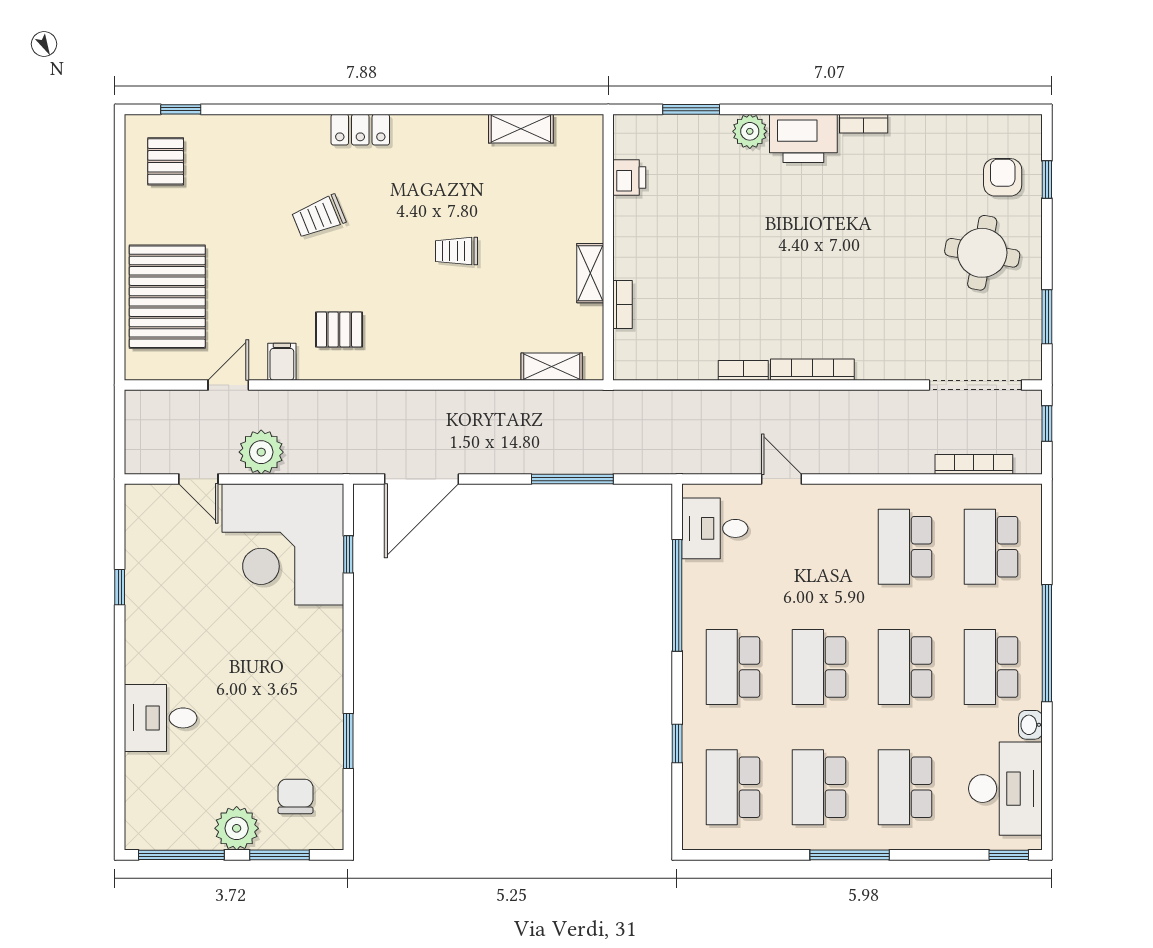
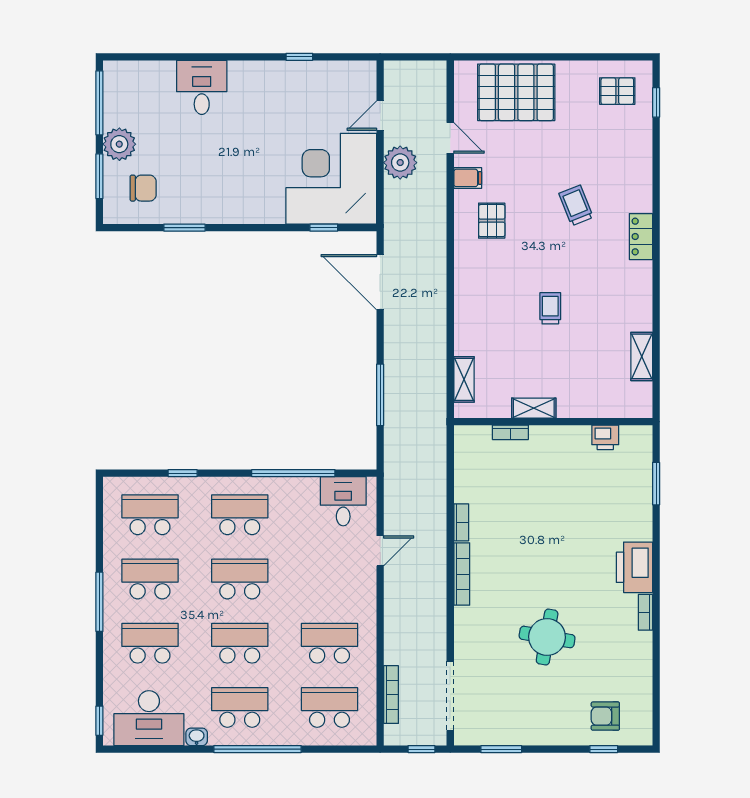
plant: (750, 131) -> (640, 527), removed
armchair: (1003, 177) -> (605, 716), turned 180
round table: (982, 253) -> (547, 637), moved

